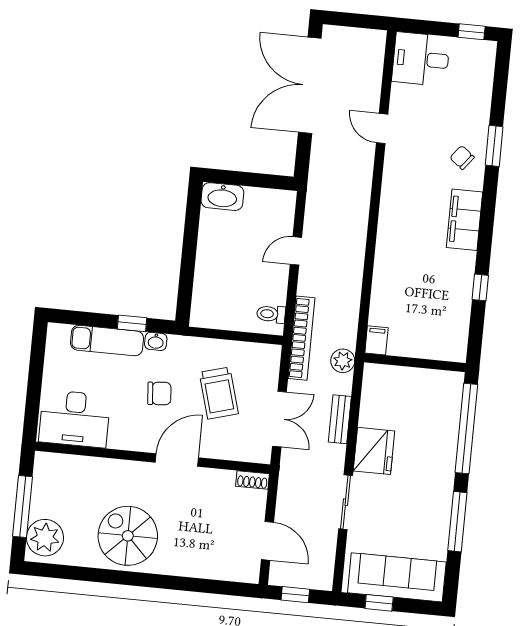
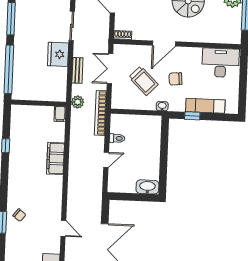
filing cabinet: (465, 220) -> (55, 158), moved, turned 180
toilet: (271, 314) -> (117, 138), moved
washbasin: (156, 341) -> (162, 106), moved
trolley: (219, 393) -> (143, 81), turned 150

